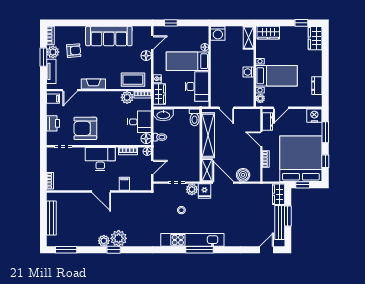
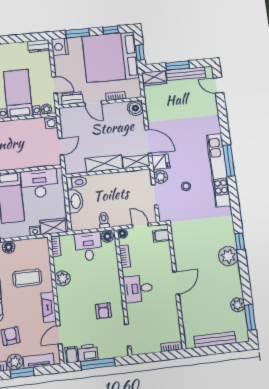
washing machine: (248, 72) -> (51, 122), moved
coffee table: (133, 80) -> (27, 278), moved, turned 90
dresser: (317, 86) -> (39, 46), moved
door: (70, 90) -> (59, 335), swing flipped
plant: (127, 97) -> (62, 278), moved
washbasin: (163, 115) -> (75, 201), moved
window: (43, 119) -> (98, 364), added
printer: (53, 123) -> (88, 353), moved
armchair: (85, 128) -> (103, 311), width x0.53, depth x0.53
shelving: (208, 135) -> (104, 164), width x0.68
door: (261, 139) -> (93, 103), hinge flipped
desk: (100, 159) -> (138, 289), width x0.73
boiler: (243, 175) -> (135, 108), moved
door: (223, 183) -> (148, 141), swing flipped
filing cabinet: (124, 184) -> (161, 236), moved
plant: (104, 241) -> (238, 305), moved
window: (114, 250) -> (240, 241), moved

